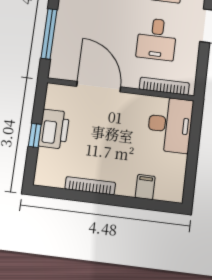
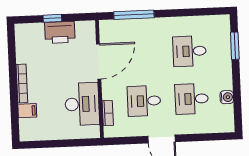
bookcase: (164, 86) -> (108, 113), width x0.64
desk: (170, 125) -> (82, 104), moved, turned -90
bookcase: (90, 186) -> (22, 84), moved

